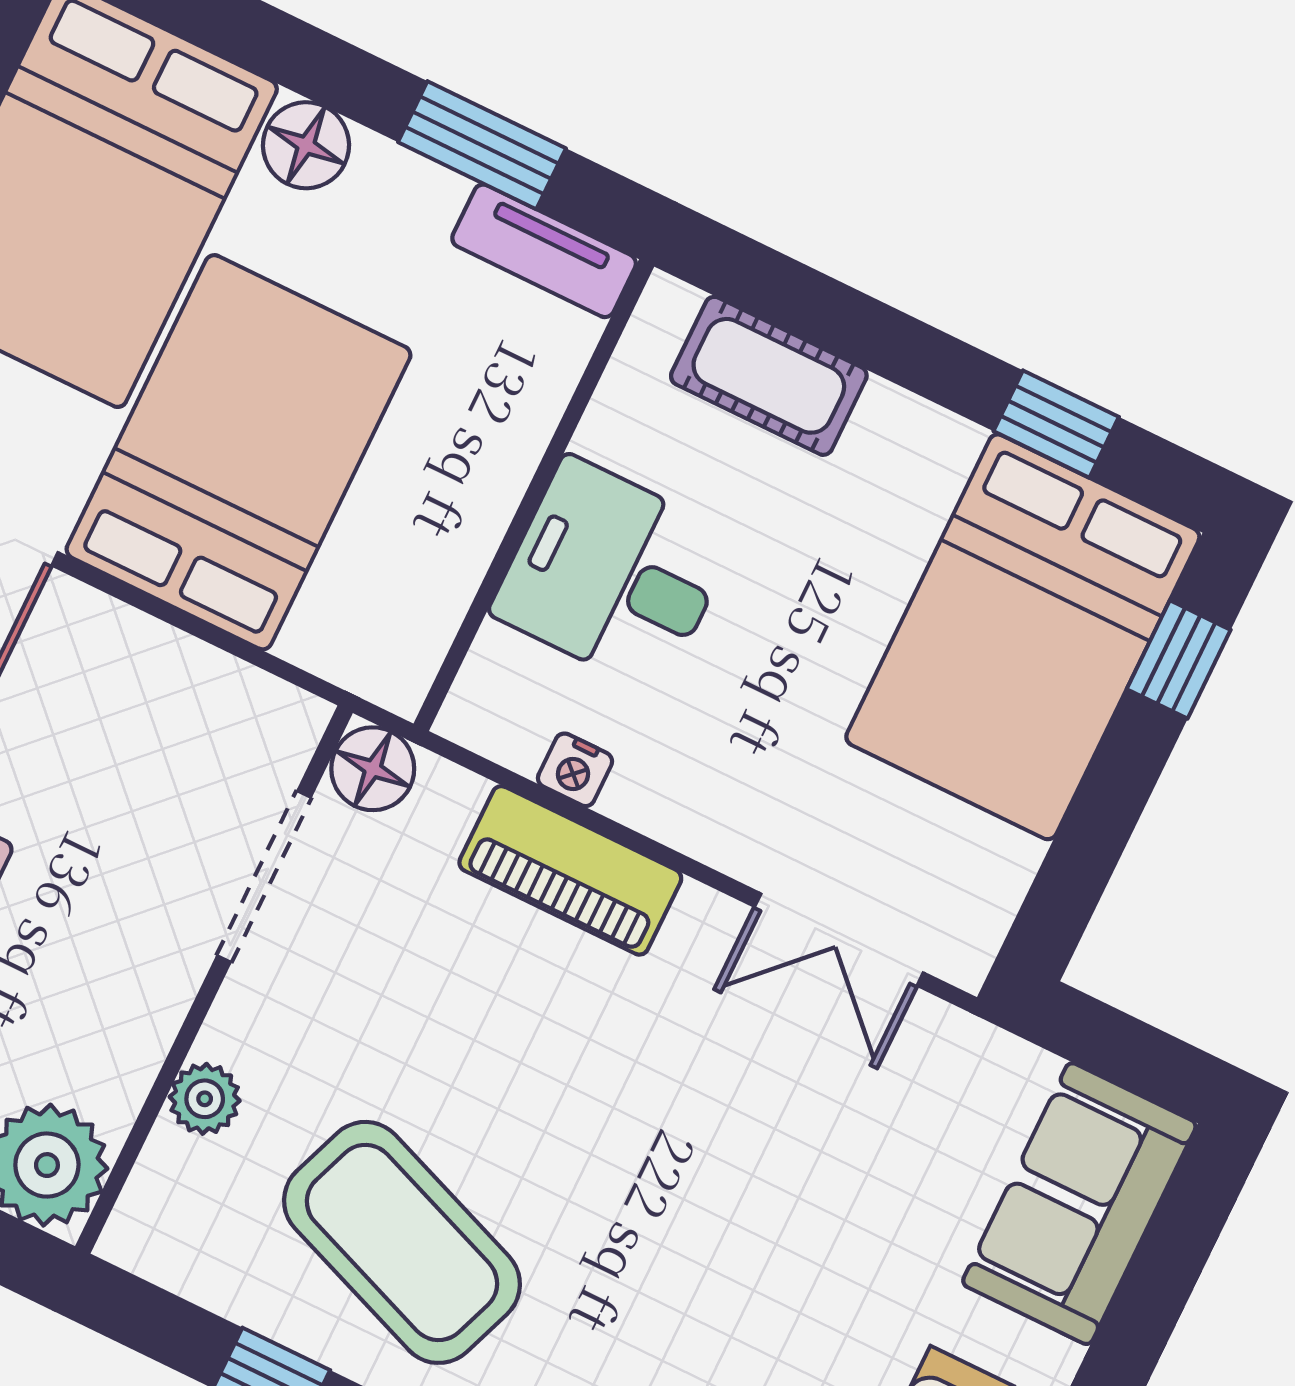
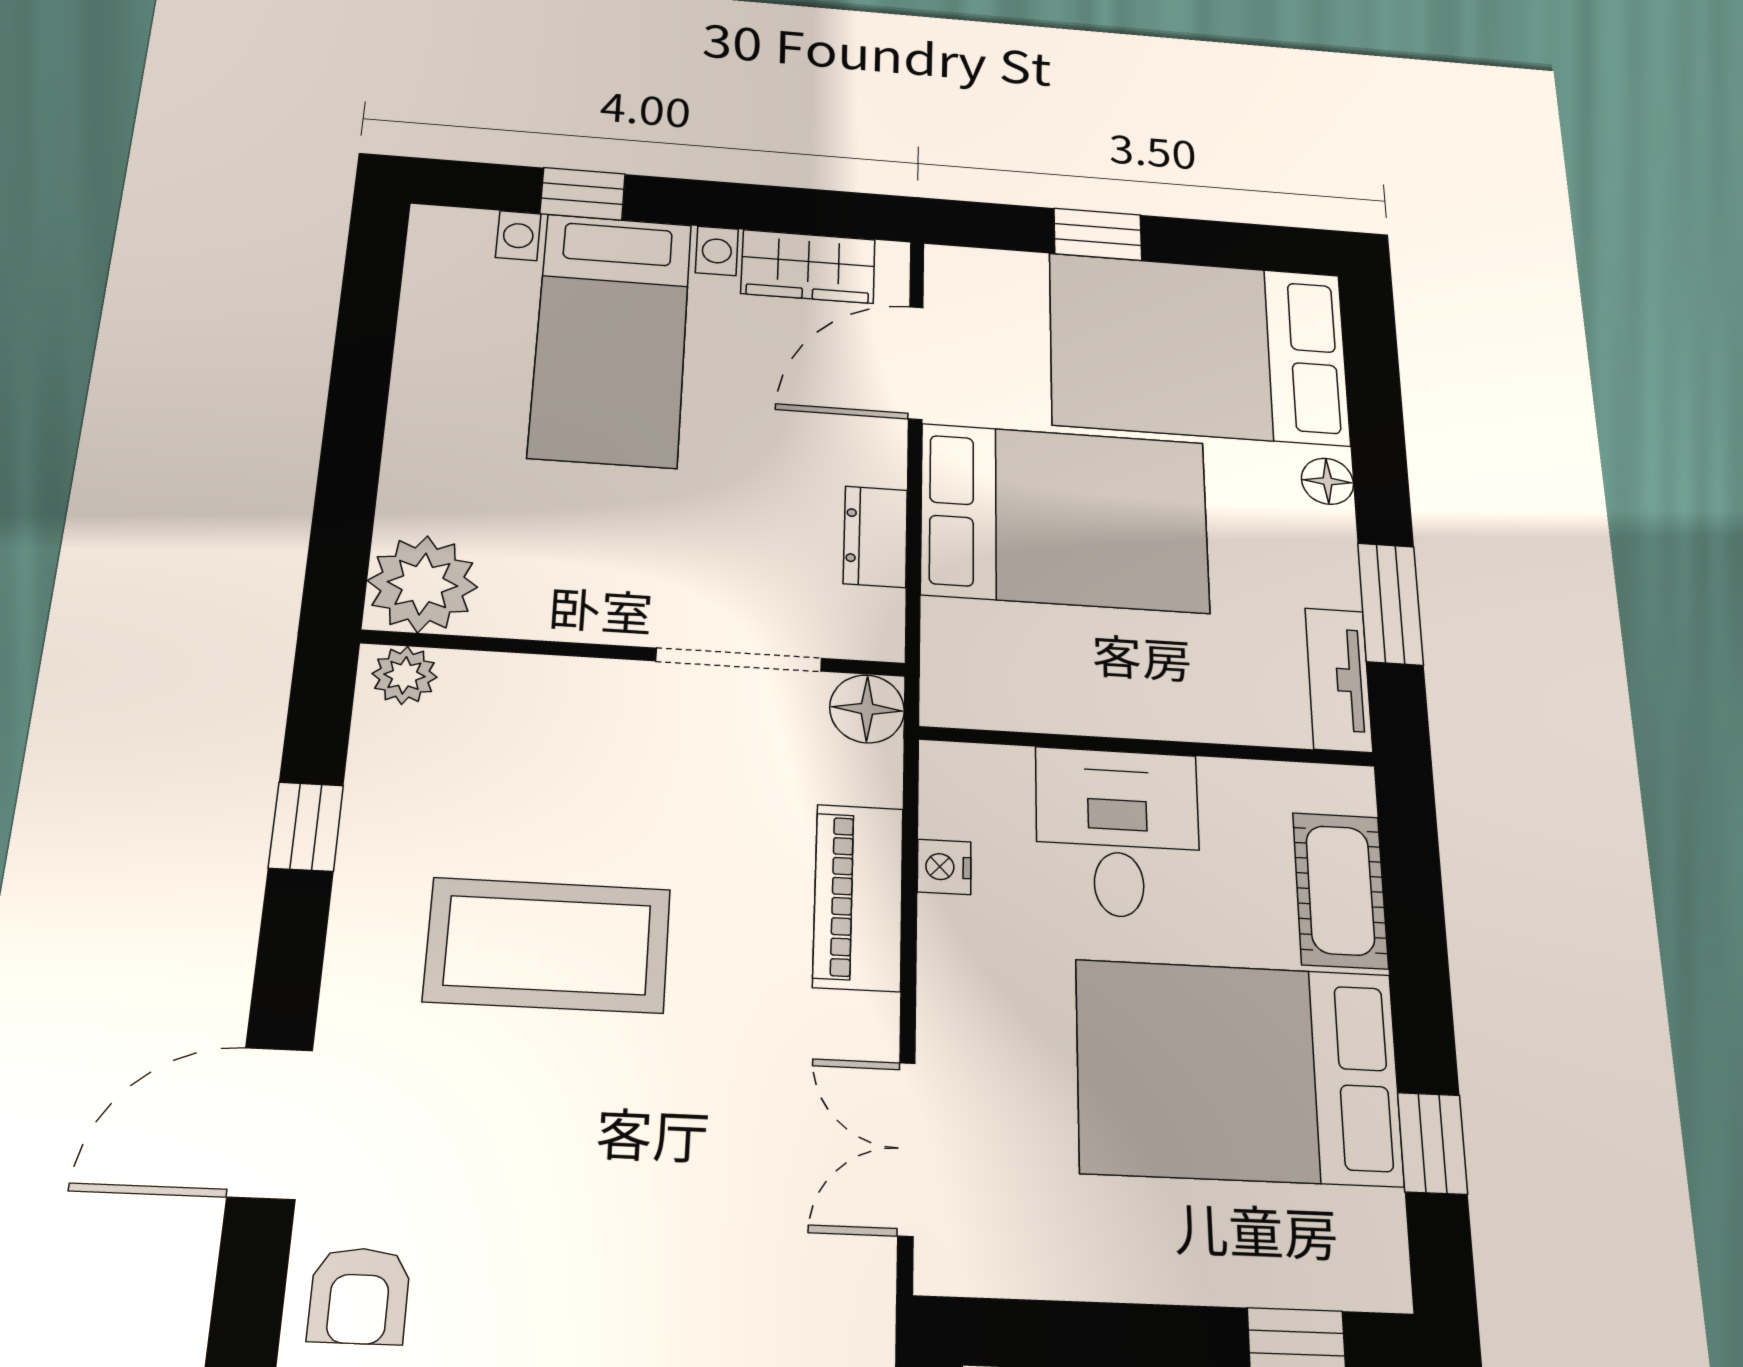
floor lamp: (306, 145) -> (1327, 481), width x0.73, depth x0.73
bed: (1023, 637) -> (1238, 1072), moved
dresser: (180, 669) -> (875, 537), added
plant: (205, 1099) -> (404, 675), moved
coffee table: (402, 1242) -> (548, 945), moved, turned 69

